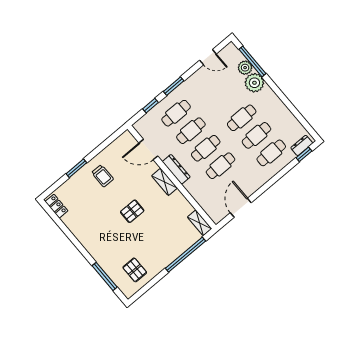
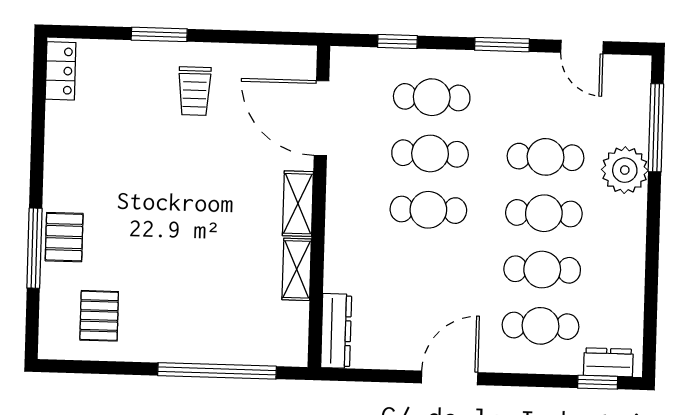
plant: (245, 68) -> (632, 127), removed
window: (174, 86) -> (502, 45), moved
door: (148, 150) -> (321, 118), width x1.36
cafe table: (221, 166) -> (546, 157), moved
dresser: (176, 169) -> (336, 331), moved
door: (241, 208) -> (450, 378), moved
pallet: (132, 211) -> (64, 237), moved, turned 90
shelving: (200, 223) -> (297, 269), moved
window: (105, 276) -> (34, 248), moved

